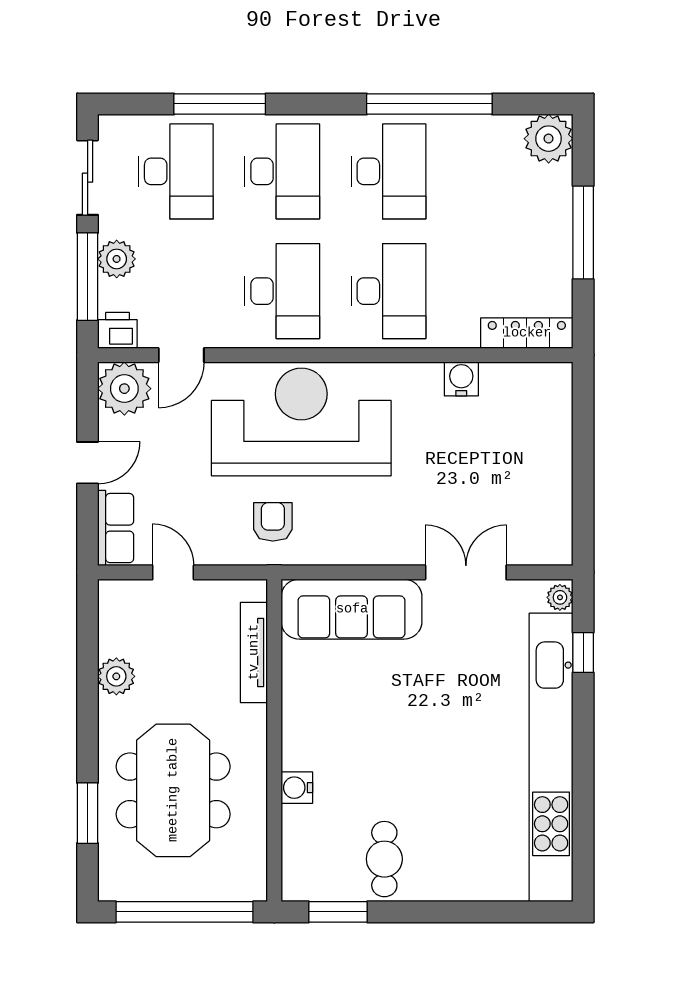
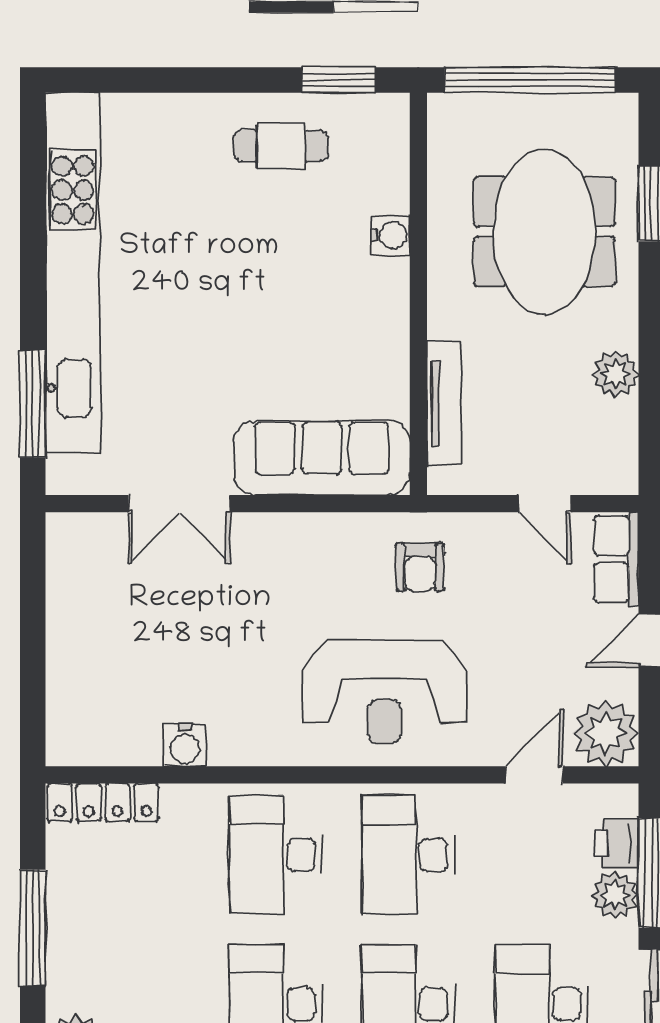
printer: (117, 330) -> (616, 843), moved, turned 90
reception desk: (301, 422) -> (385, 691), width x0.74, depth x0.77
plant: (560, 597) -> (62, 472), removed
window: (583, 652) -> (33, 404), width x2.17
cafe table: (384, 859) -> (281, 146), turned 90

